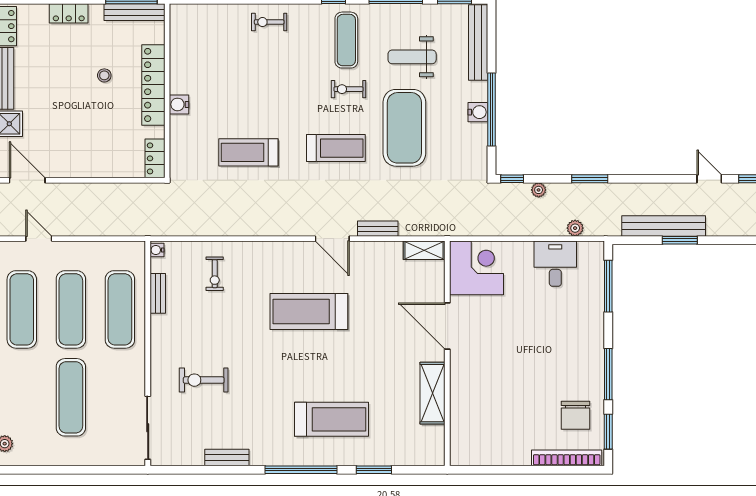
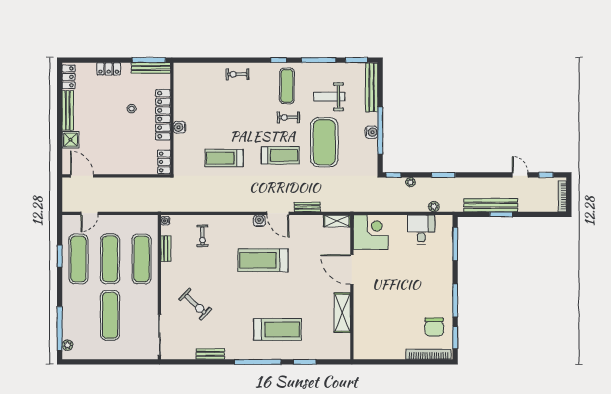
door: (39, 239) -> (89, 213), swing flipped
water cooler: (303, 250) -> (259, 221), added
exercise bike: (204, 380) -> (195, 304), turned -137

